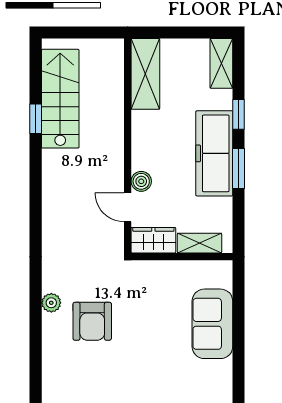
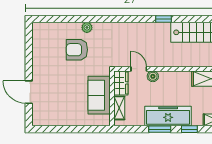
window: (36, 119) -> (164, 19), moved
door: (128, 207) -> (139, 69), hinge flipped
sofa: (212, 324) -> (99, 95), moved, turned -90

